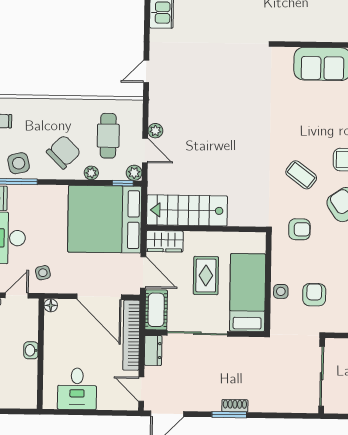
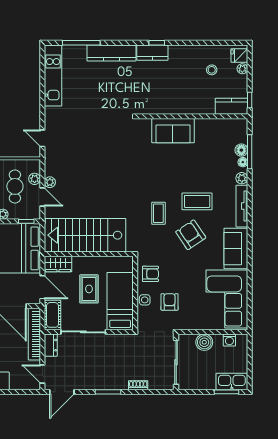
door: (146, 71) -> (42, 138), hinge flipped
plant: (134, 173) -> (35, 179), moved
coffee table: (301, 175) -> (158, 213), turned 53
stairs: (187, 210) -> (85, 235), width x1.36, depth x1.51
armchair: (299, 229) -> (150, 274), moved
shoe rack: (235, 406) -> (138, 385), moved

